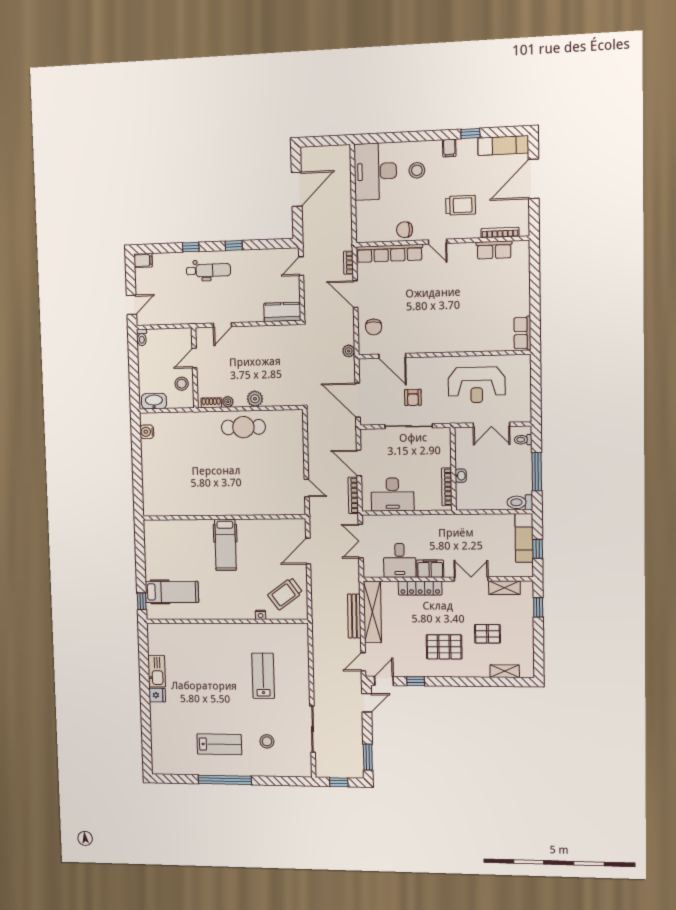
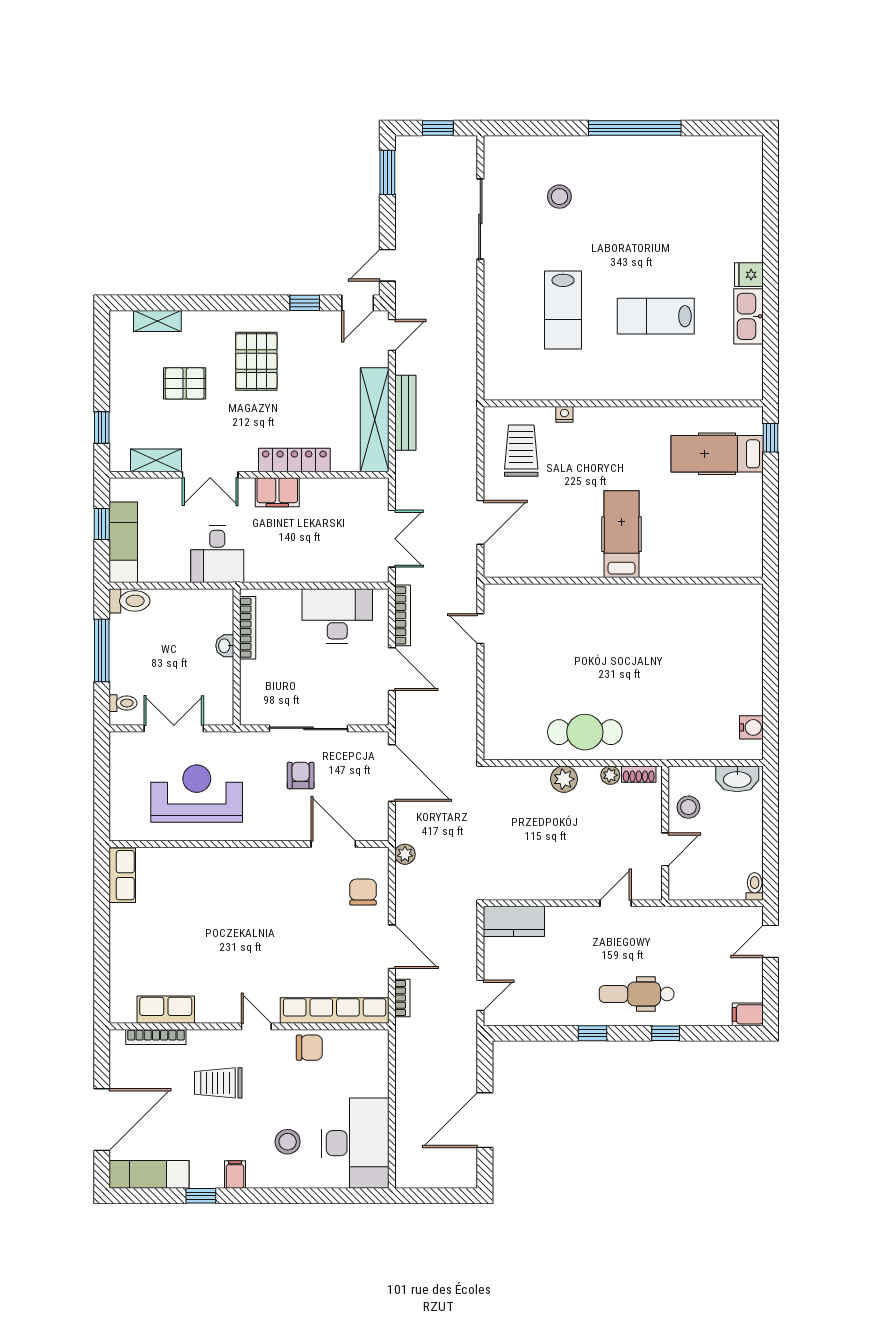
desk: (400, 560) -> (217, 554), moved, turned 180
trolley: (285, 594) -> (521, 451), turned -54
pallet: (444, 647) -> (256, 361), turned 90
lab bench: (219, 744) -> (656, 316), moved

